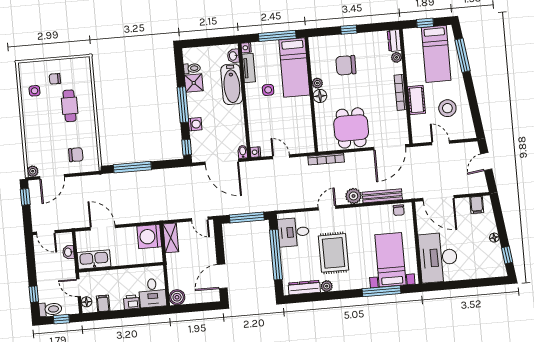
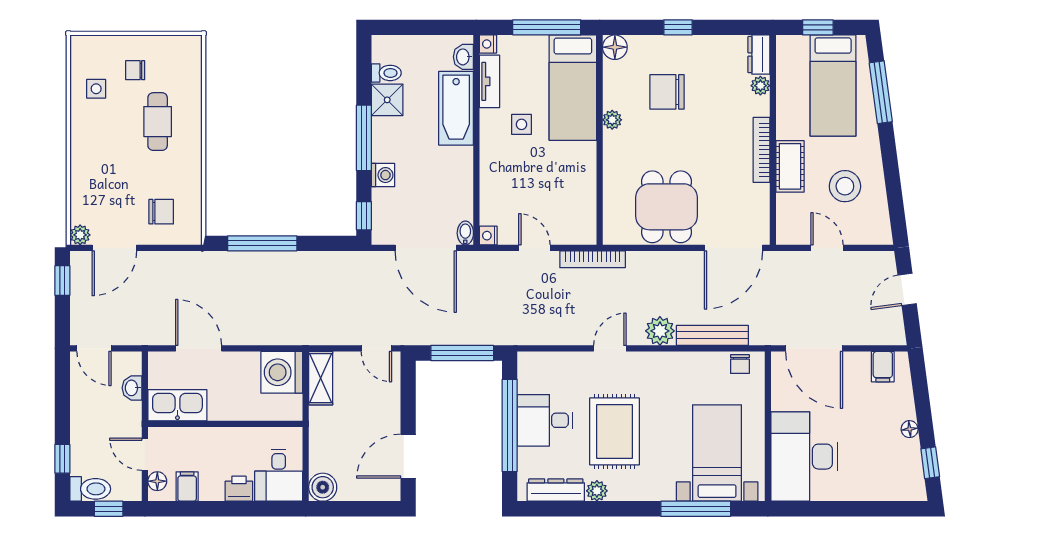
floor lamp: (320, 96) -> (615, 47), moved
bookcase: (326, 159) -> (593, 259), moved
desk: (293, 232) -> (545, 420), moved

